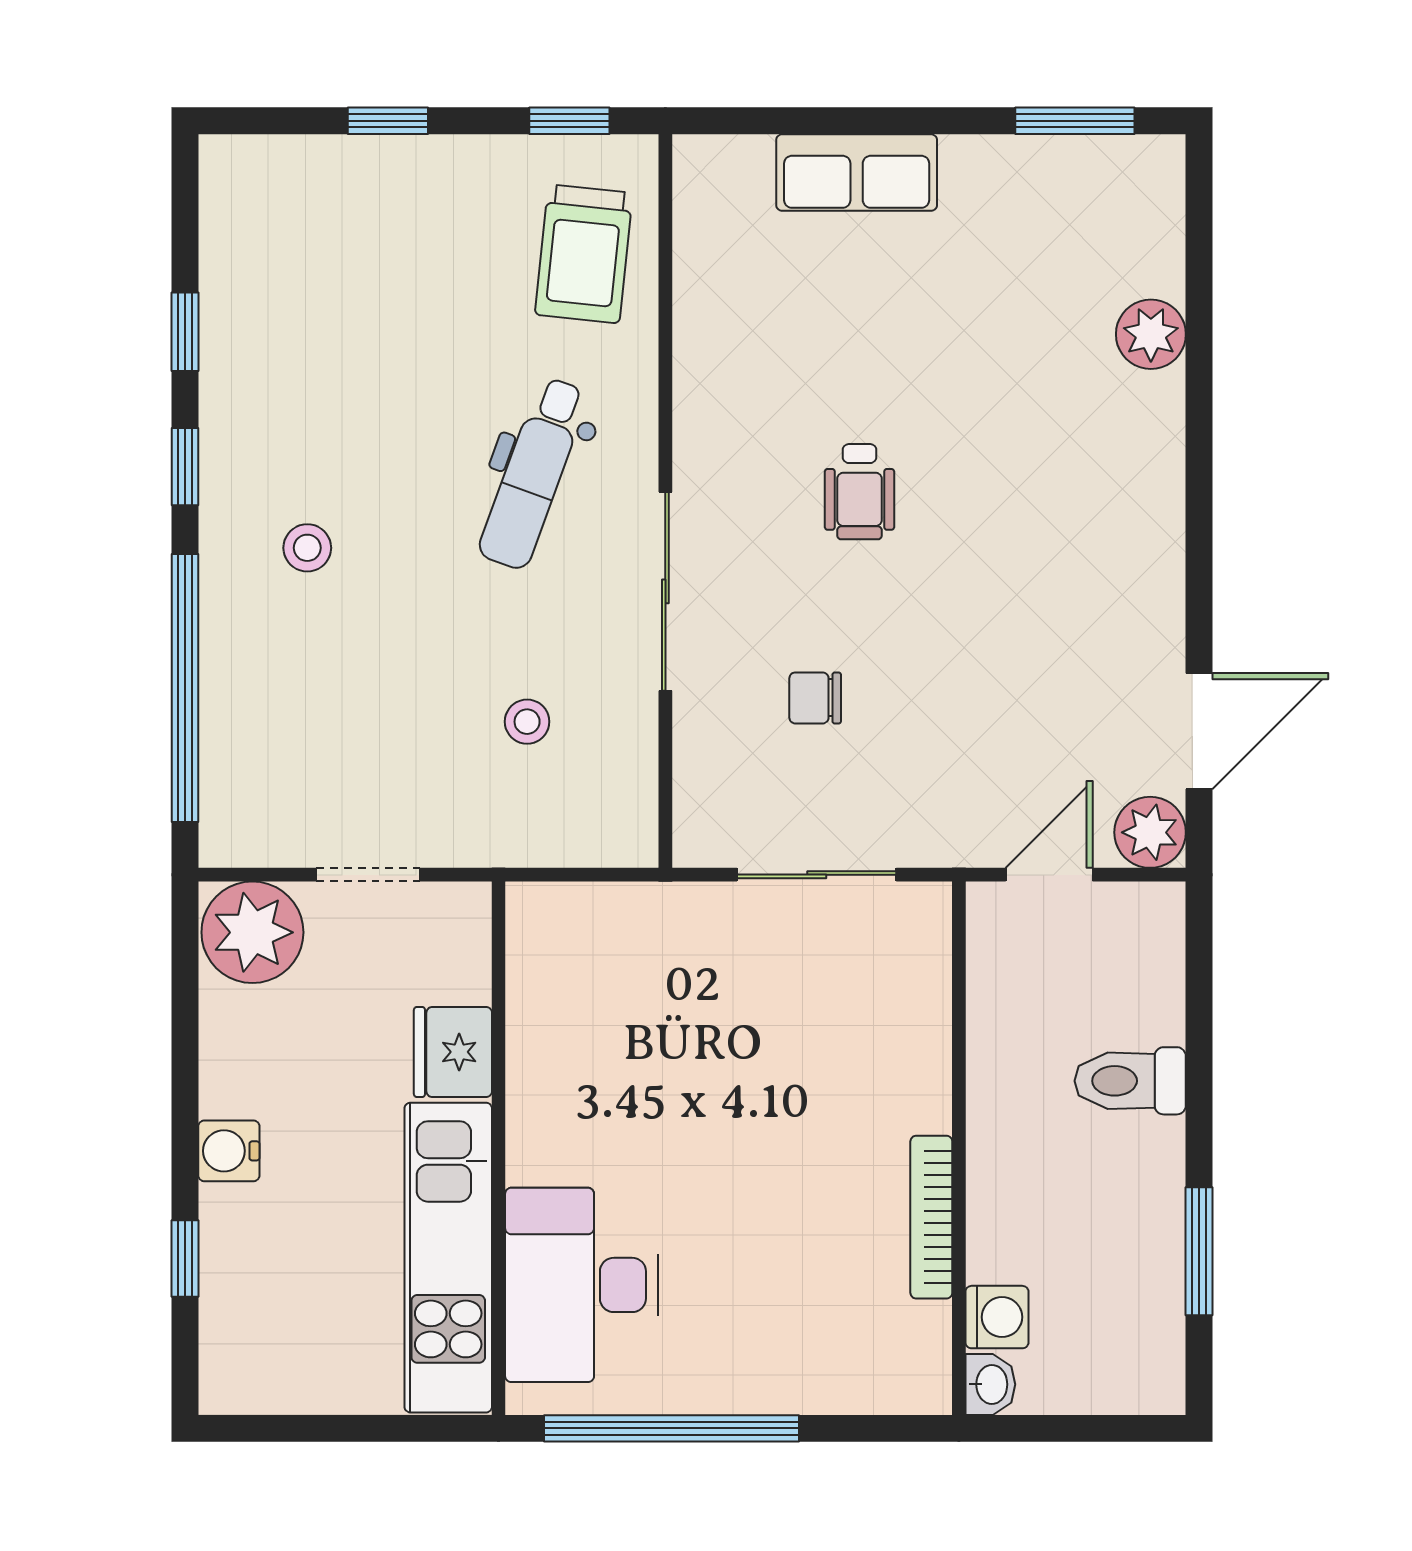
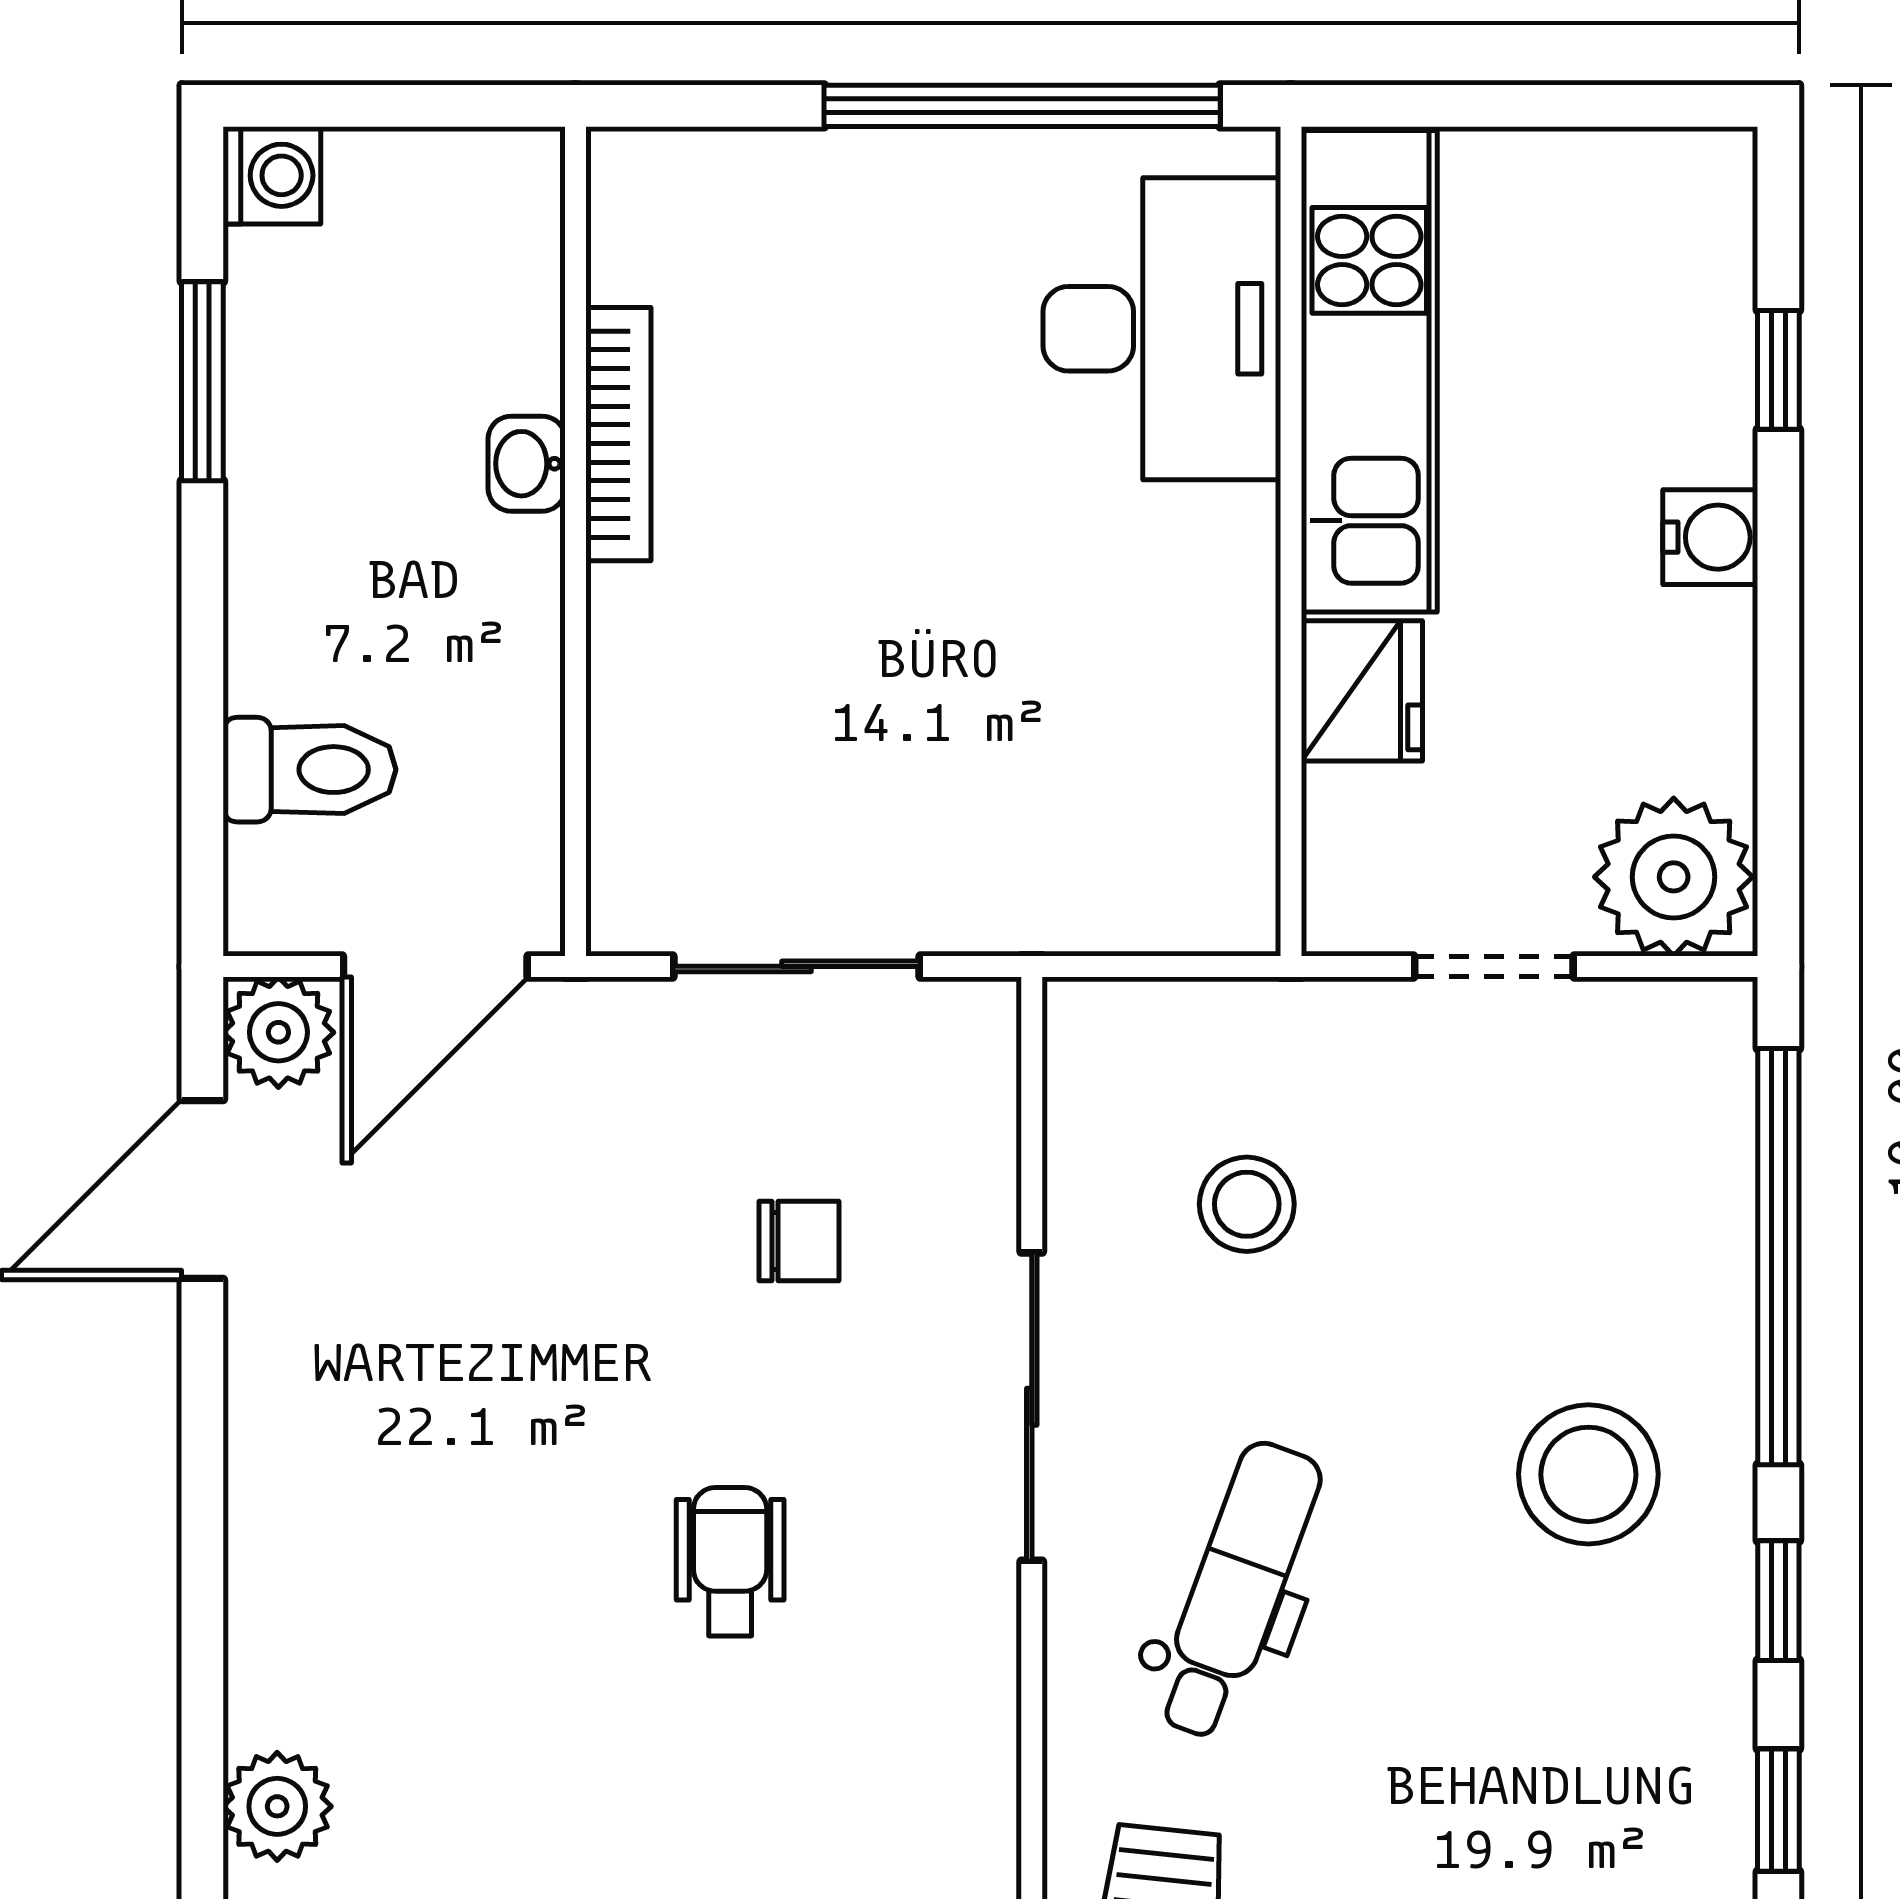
stool: (307, 548) -> (1588, 1474), width x1.89, depth x1.89
stool: (527, 722) -> (1247, 1204), width x1.37, depth x1.37
door: (1049, 875) -> (435, 966), width x1.38
toilet: (1130, 1081) -> (309, 770), moved
washing machine: (997, 1317) -> (272, 175), moved, turned 180
washbasin: (990, 1384) -> (527, 464), moved

